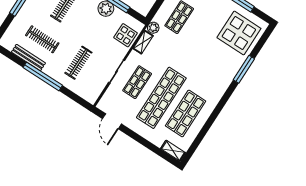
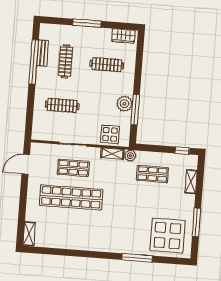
bench: (28, 58) -> (43, 53), width x0.73
window: (43, 76) -> (34, 62), moved
shop shelf: (186, 113) -> (69, 227), removed

